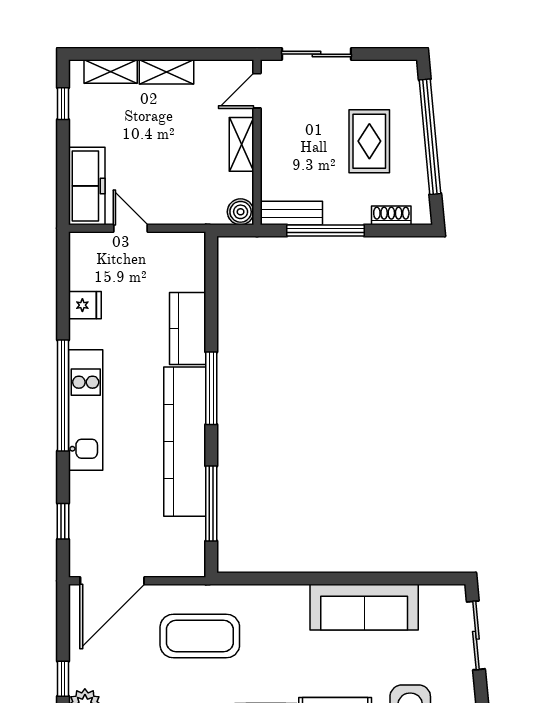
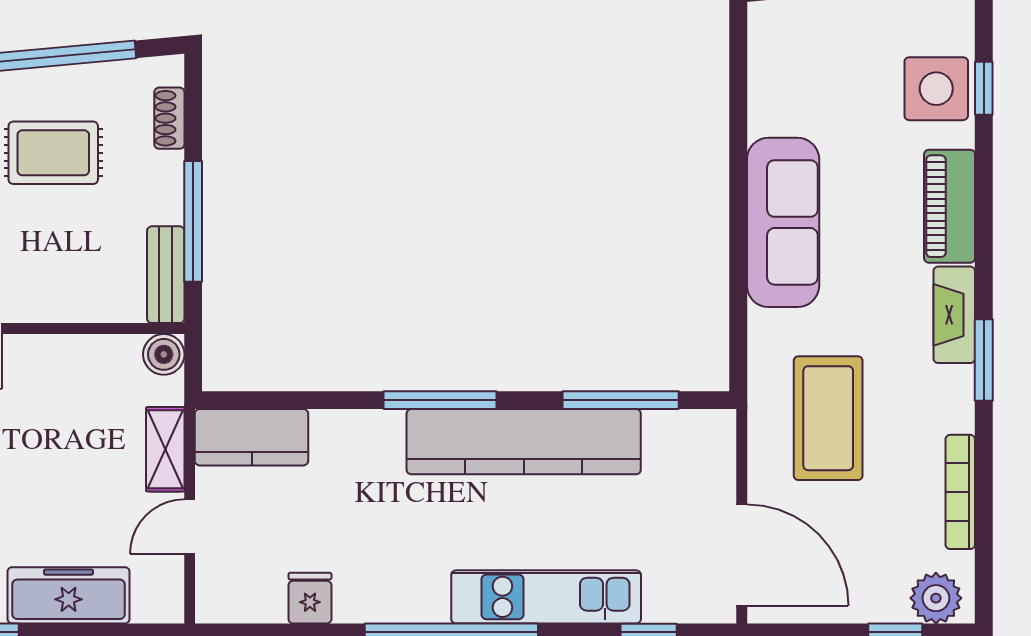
shelving: (241, 144) -> (165, 449), moved, turned 90
freezer: (87, 186) -> (69, 595), moved
kitchen counter: (188, 329) -> (252, 437), moved
kitchen unit: (86, 410) -> (546, 597), moved
sofa: (364, 607) -> (783, 222), moved

